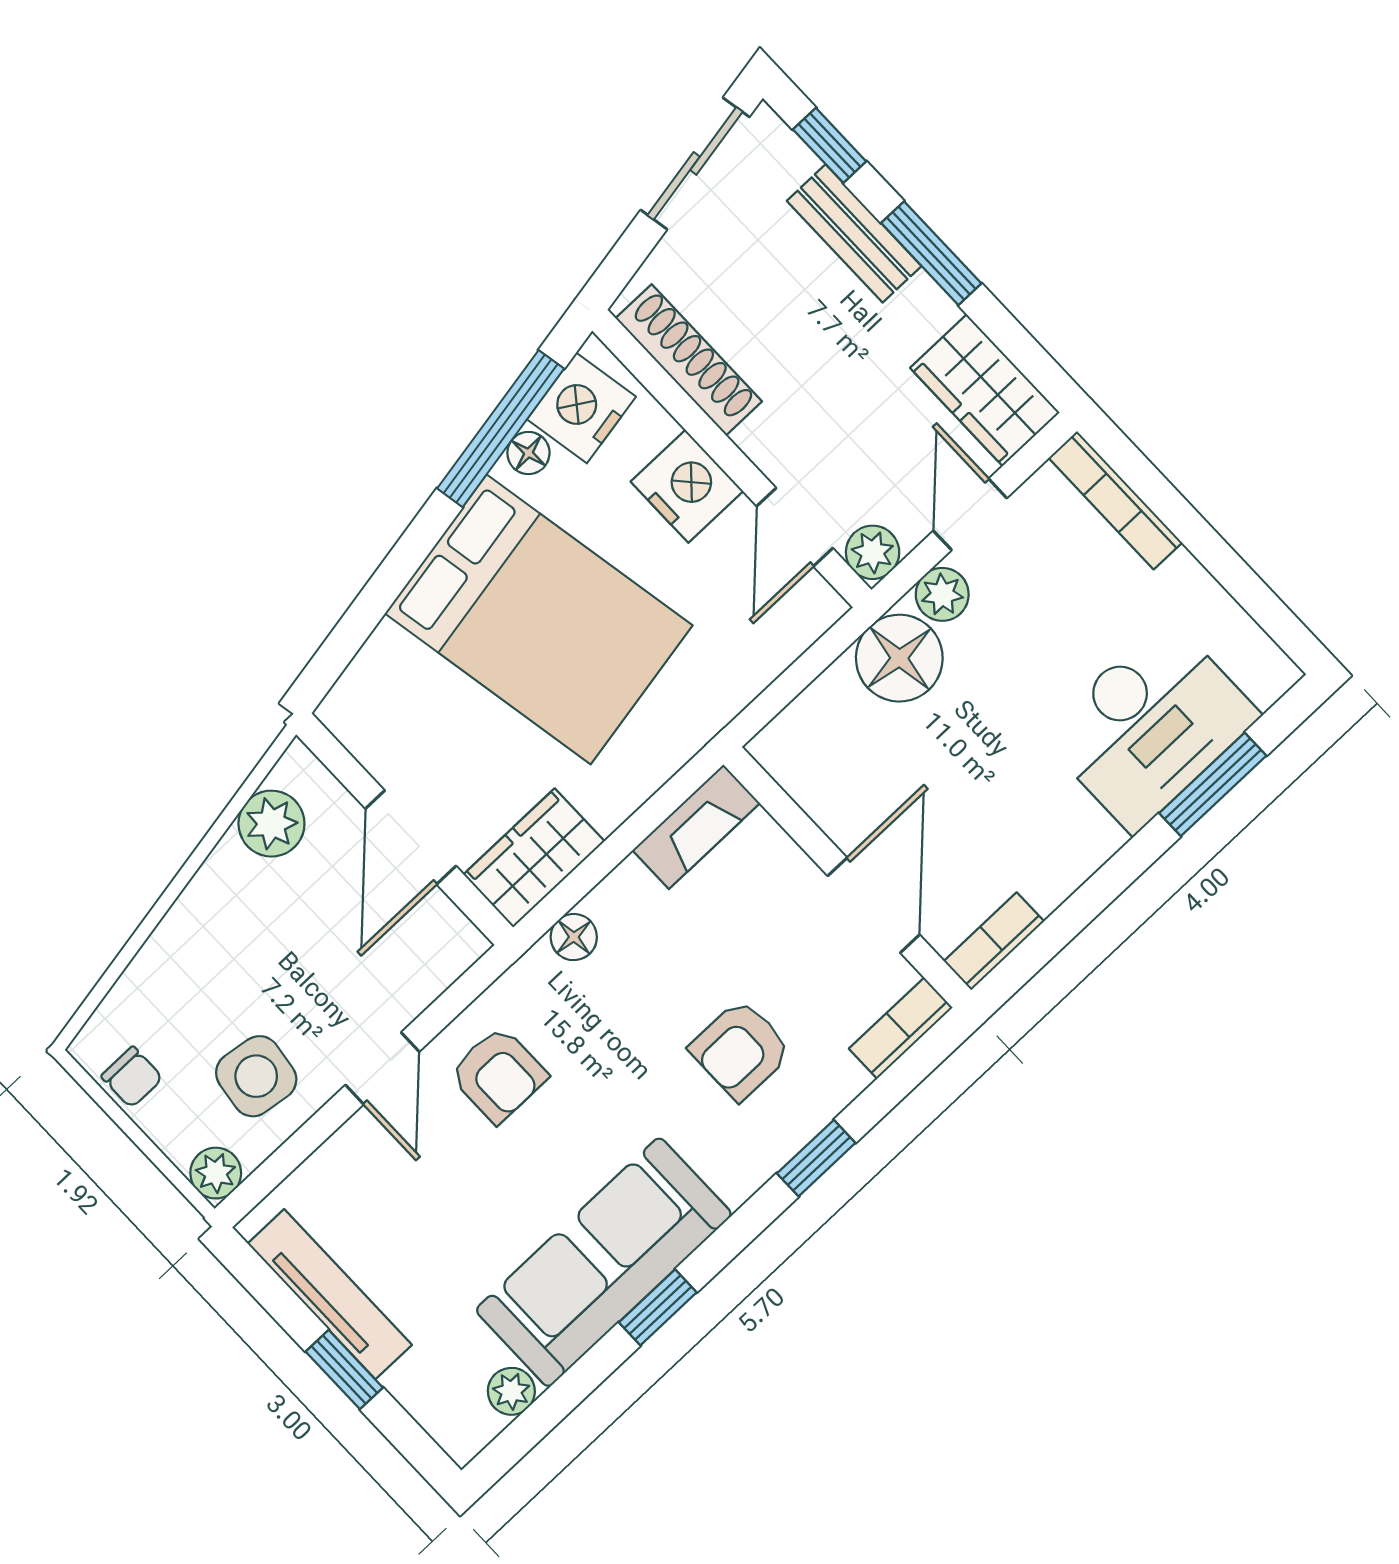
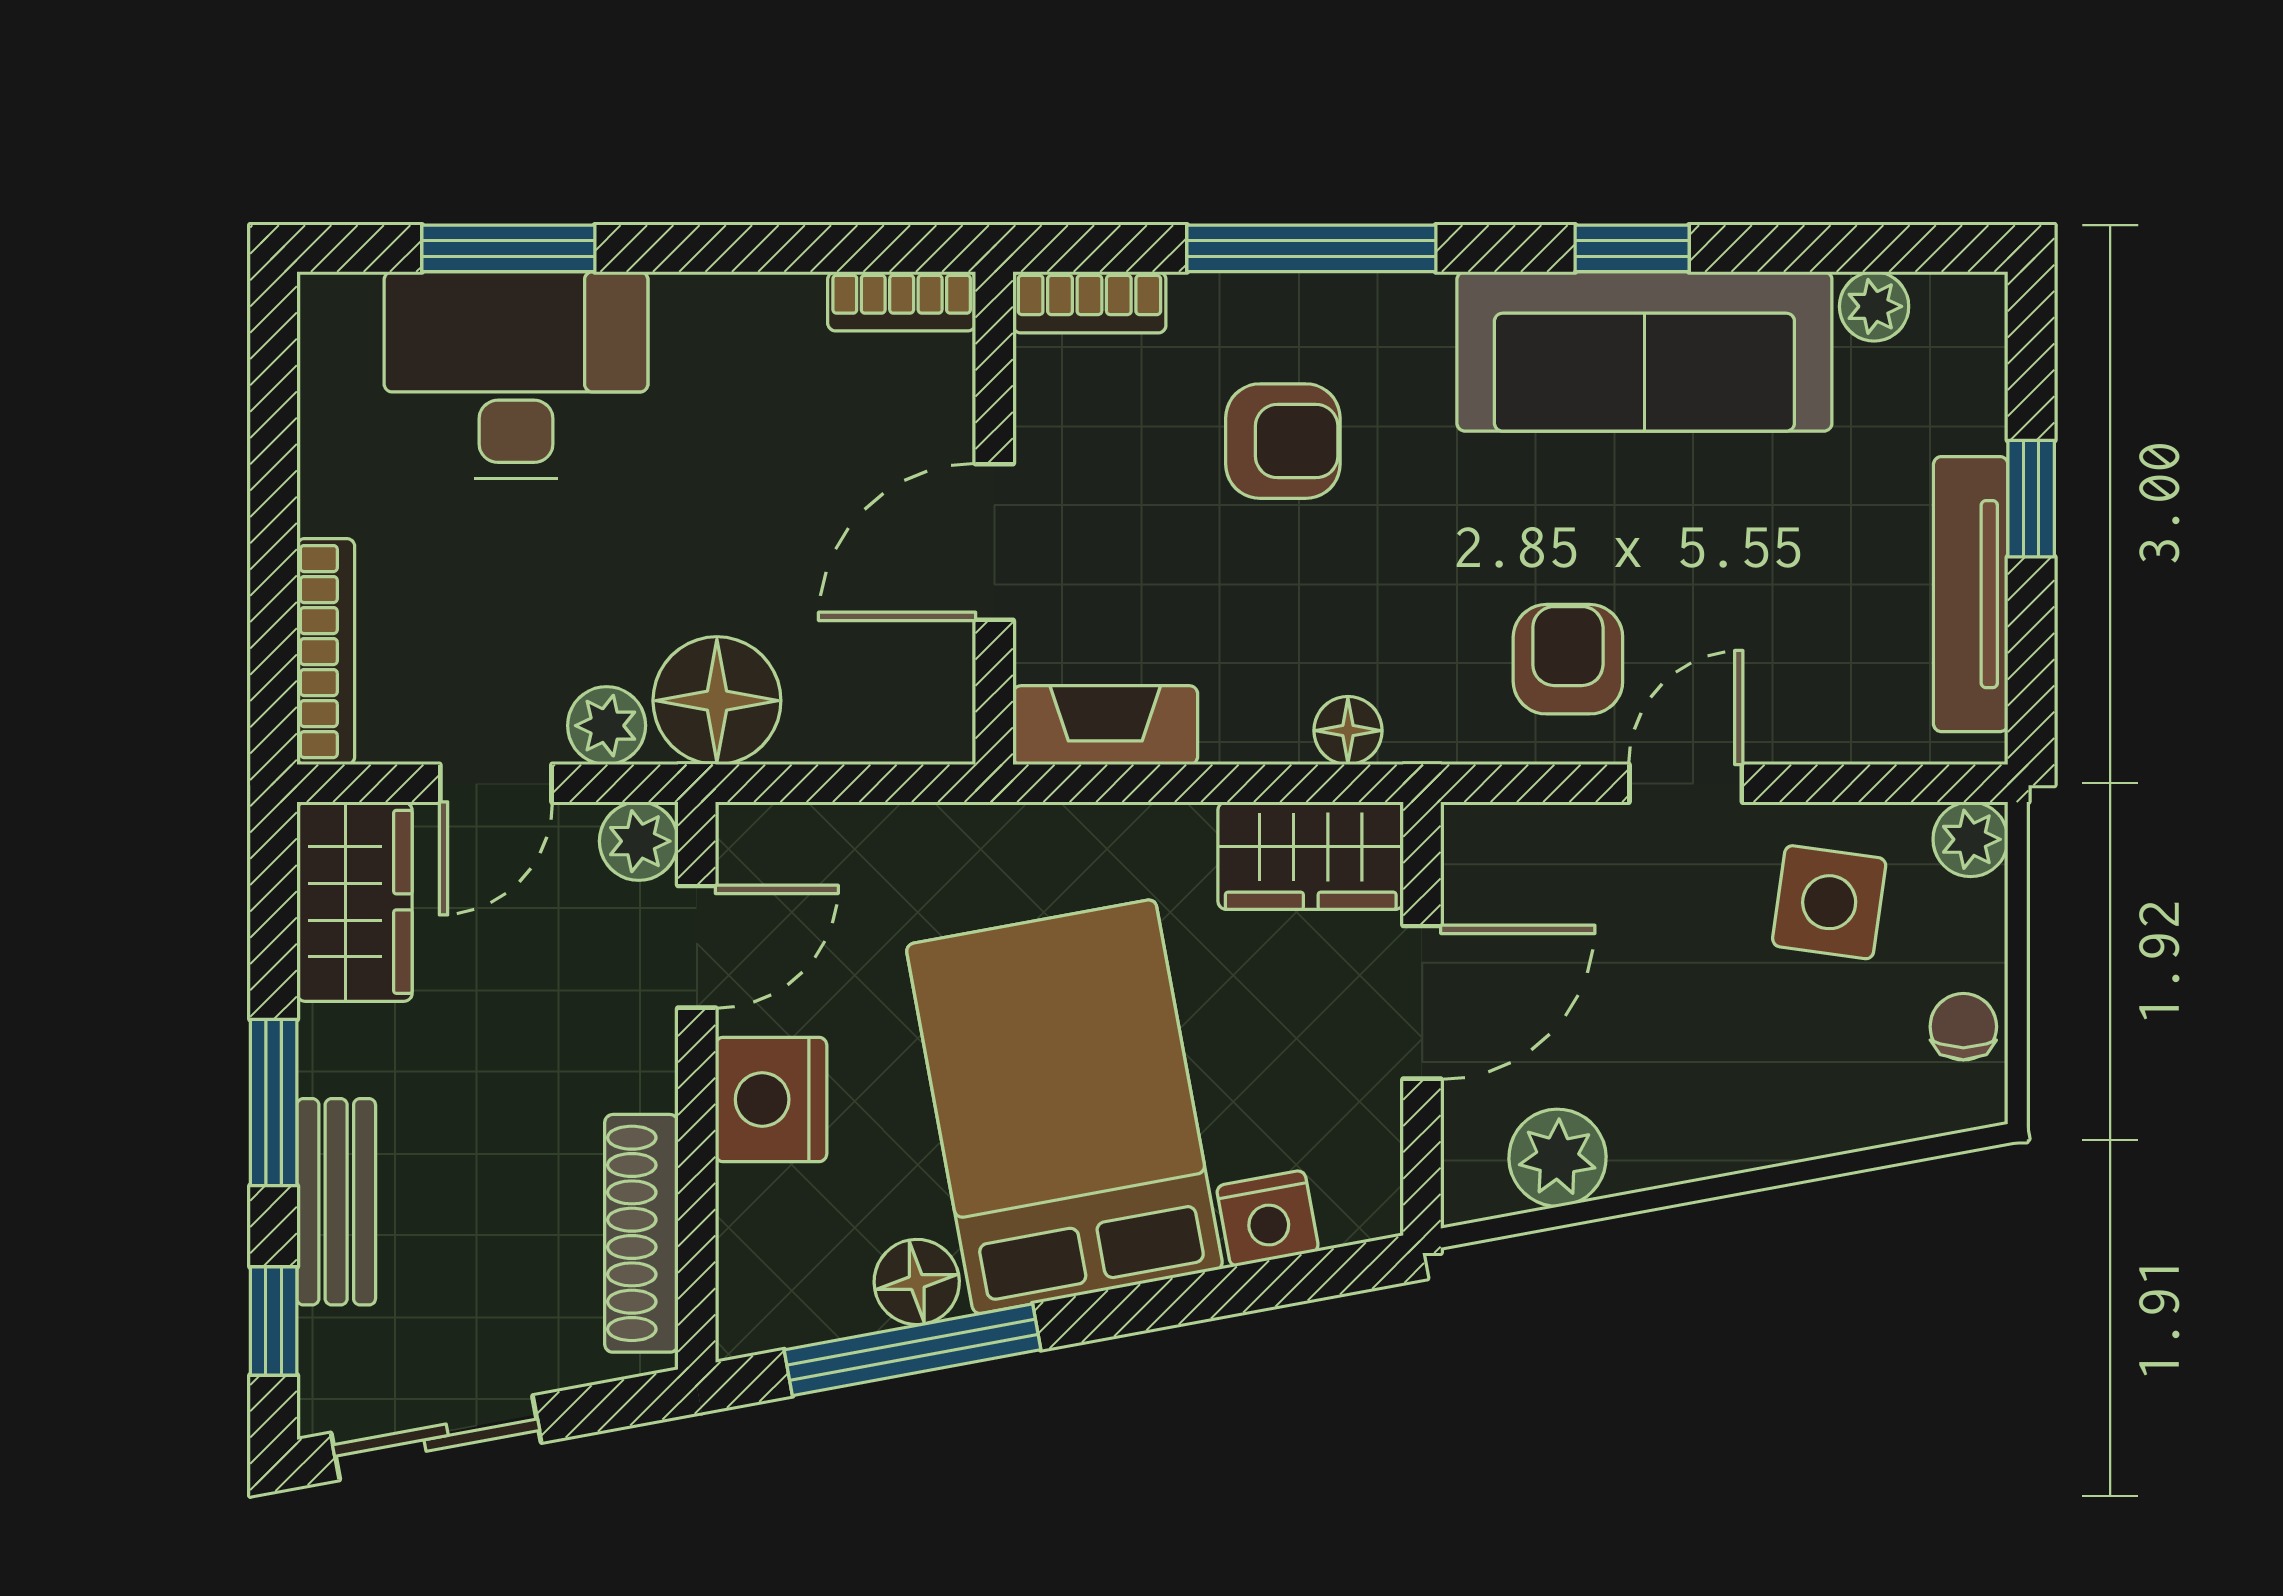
nightstand: (581, 408) -> (1268, 1219), moved, width x0.74, depth x0.75
floor lamp: (528, 453) -> (917, 1282), width x1.37, depth x1.37
door: (874, 905) -> (994, 542), moved
window: (816, 1158) -> (1311, 248), width x2.17

